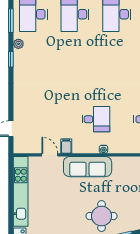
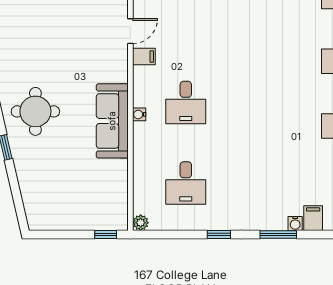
sofa: (88, 167) -> (112, 121), moved

